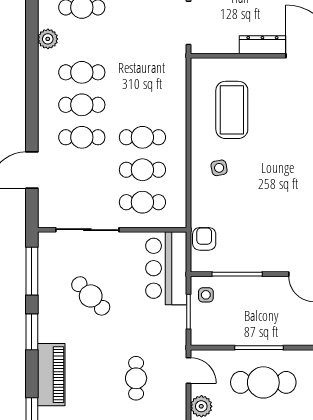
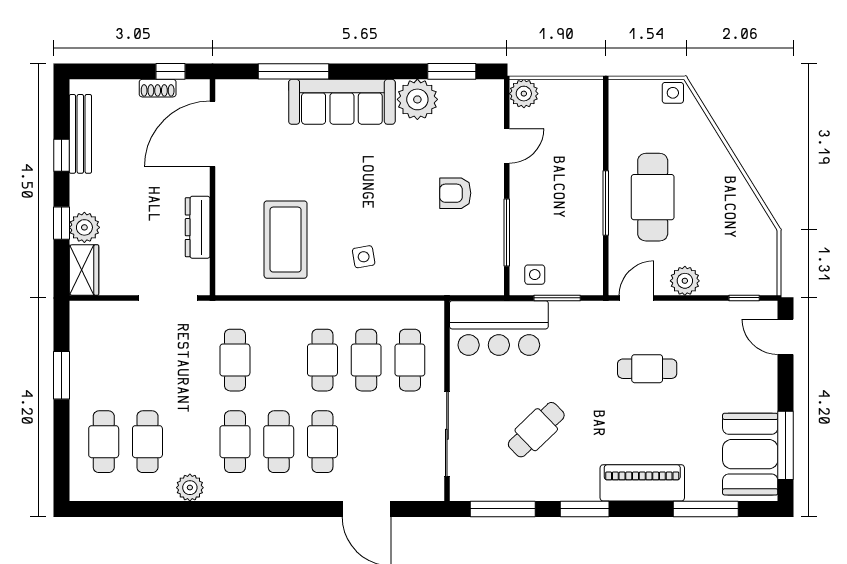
dresser: (262, 45) -> (198, 227), moved
cafe table: (142, 72) -> (235, 360), added
coffee table: (232, 110) -> (286, 240), turned 90
armchair: (204, 239) -> (455, 193), moved

